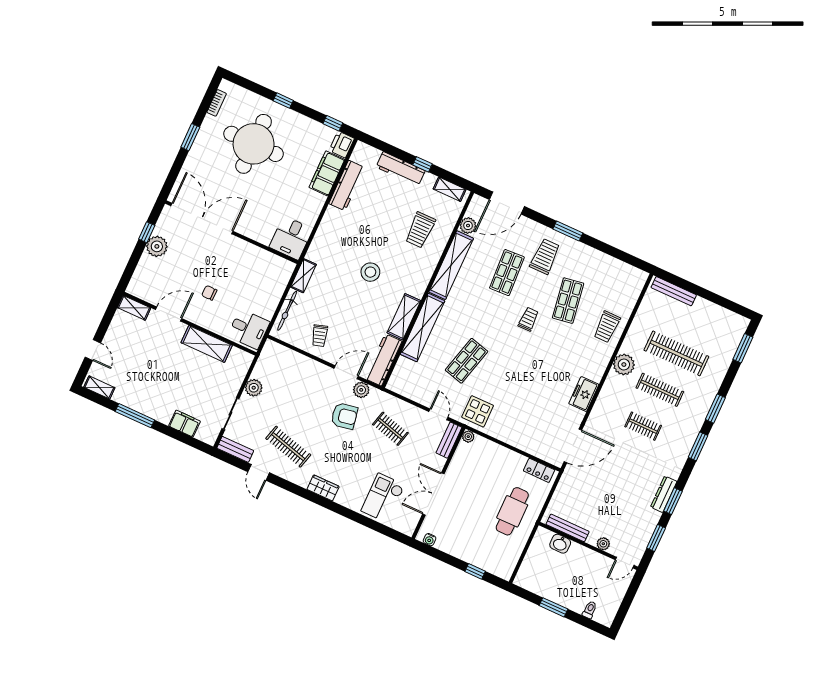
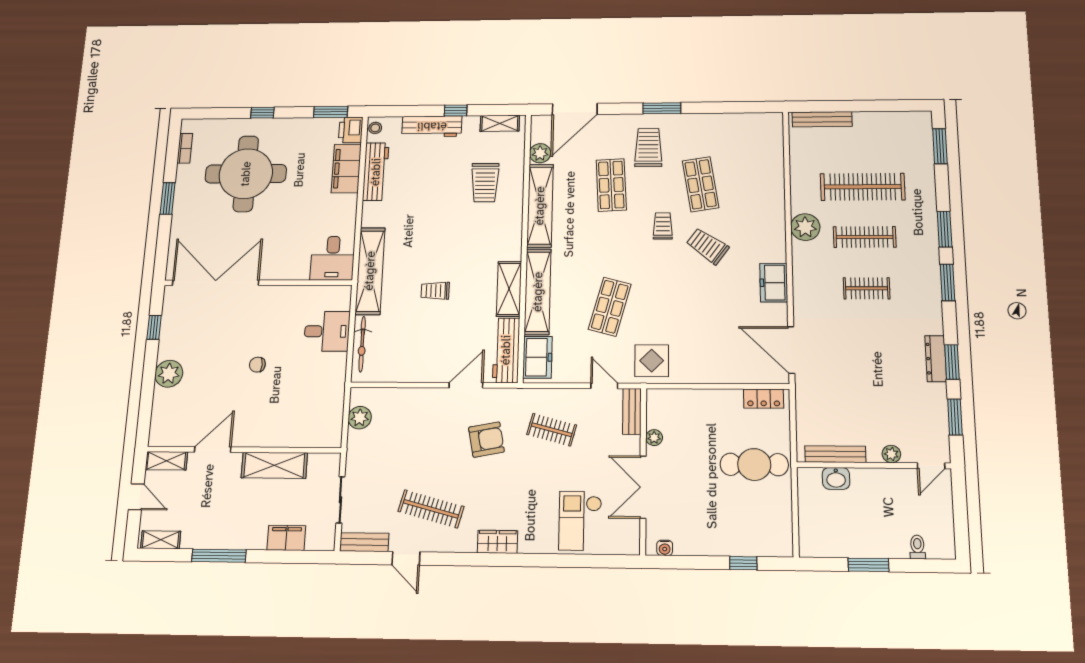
window: (333, 123) -> (331, 112), width x1.50
plant: (157, 246) -> (169, 374), moved
stool: (370, 272) -> (375, 128), moved, width x0.53, depth x0.53
shelving: (303, 276) -> (370, 271), width x2.20, depth x1.33
shelving: (134, 308) -> (166, 461), moved
door: (169, 314) -> (213, 449), moved
wall: (190, 324) -> (244, 450), moved
trolley: (607, 327) -> (707, 246), moved, turned 126
desk: (249, 329) -> (327, 331), moved
trolley: (320, 336) -> (435, 291), moved, turned 107
shelving: (207, 344) -> (274, 465), moved
freezer: (402, 374) -> (537, 357), added
plant: (254, 388) -> (360, 418), moved
plant: (361, 390) -> (494, 398), removed
plant: (468, 437) -> (654, 438), moved
door: (573, 446) -> (791, 350), swing flipped
cafe table: (512, 511) -> (754, 464), turned 90

